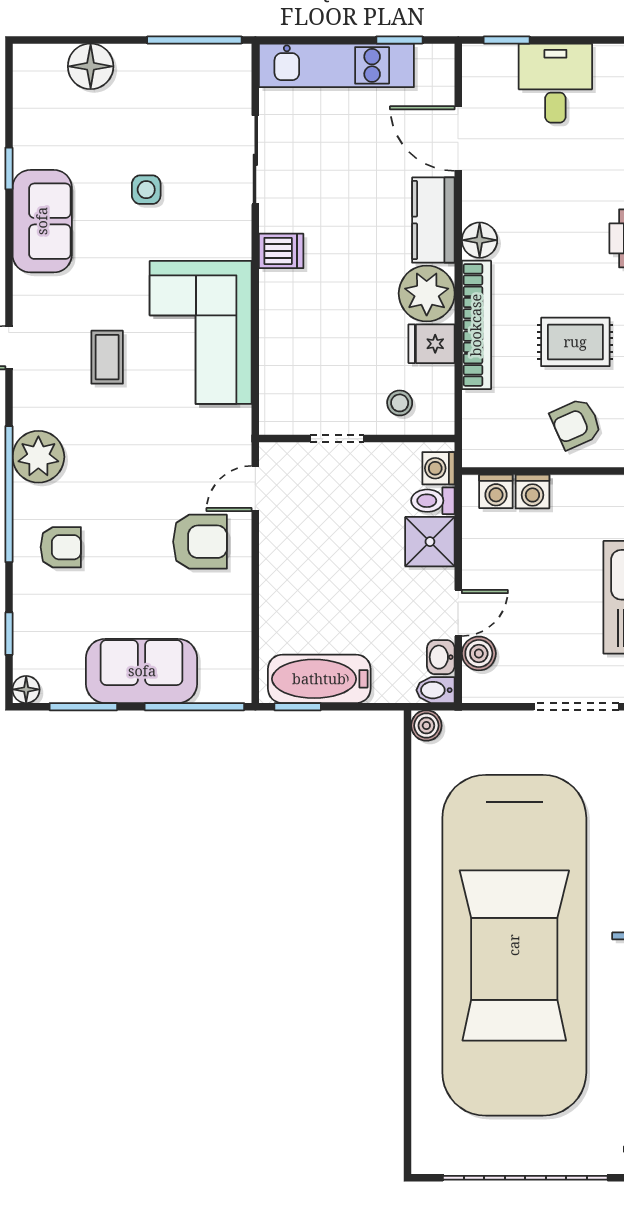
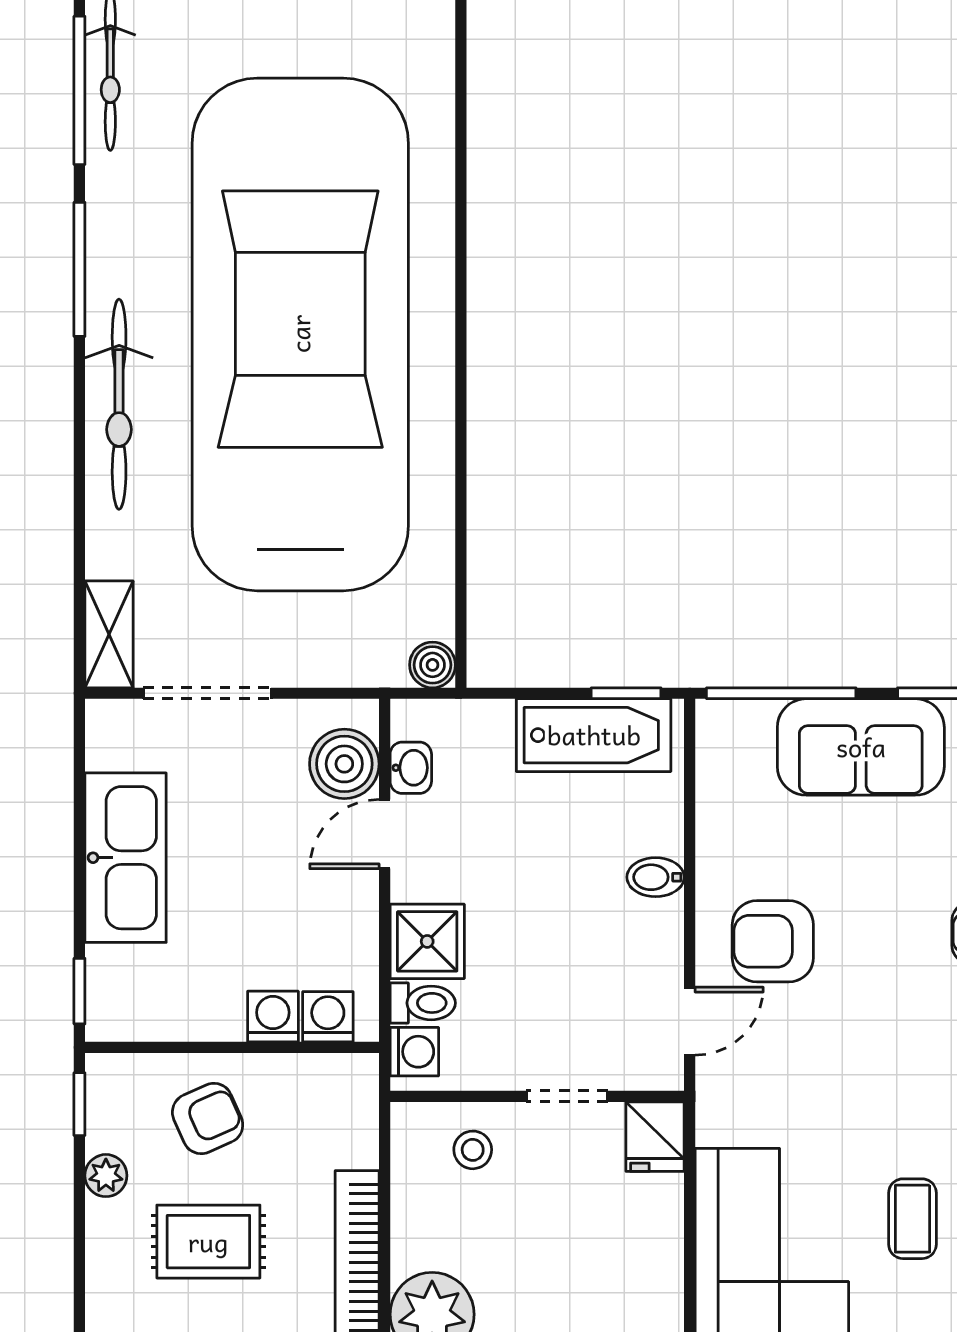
fridge: (431, 344) -> (655, 1137), moved, turned 90
boiler: (479, 653) -> (344, 764), width x1.36, depth x1.36
bidet: (436, 690) -> (656, 877), moved, turned 180

